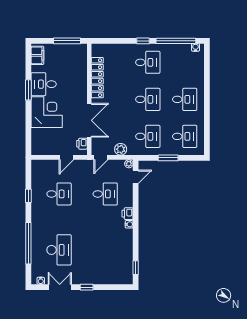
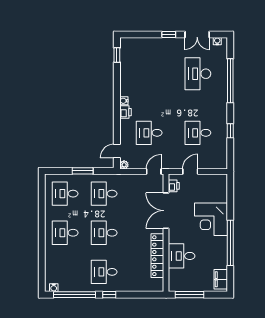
desk: (44, 84) -> (182, 256), moved, turned 180
window: (28, 90) -> (230, 243), width x2.11
plant: (121, 149) -> (133, 180), removed

